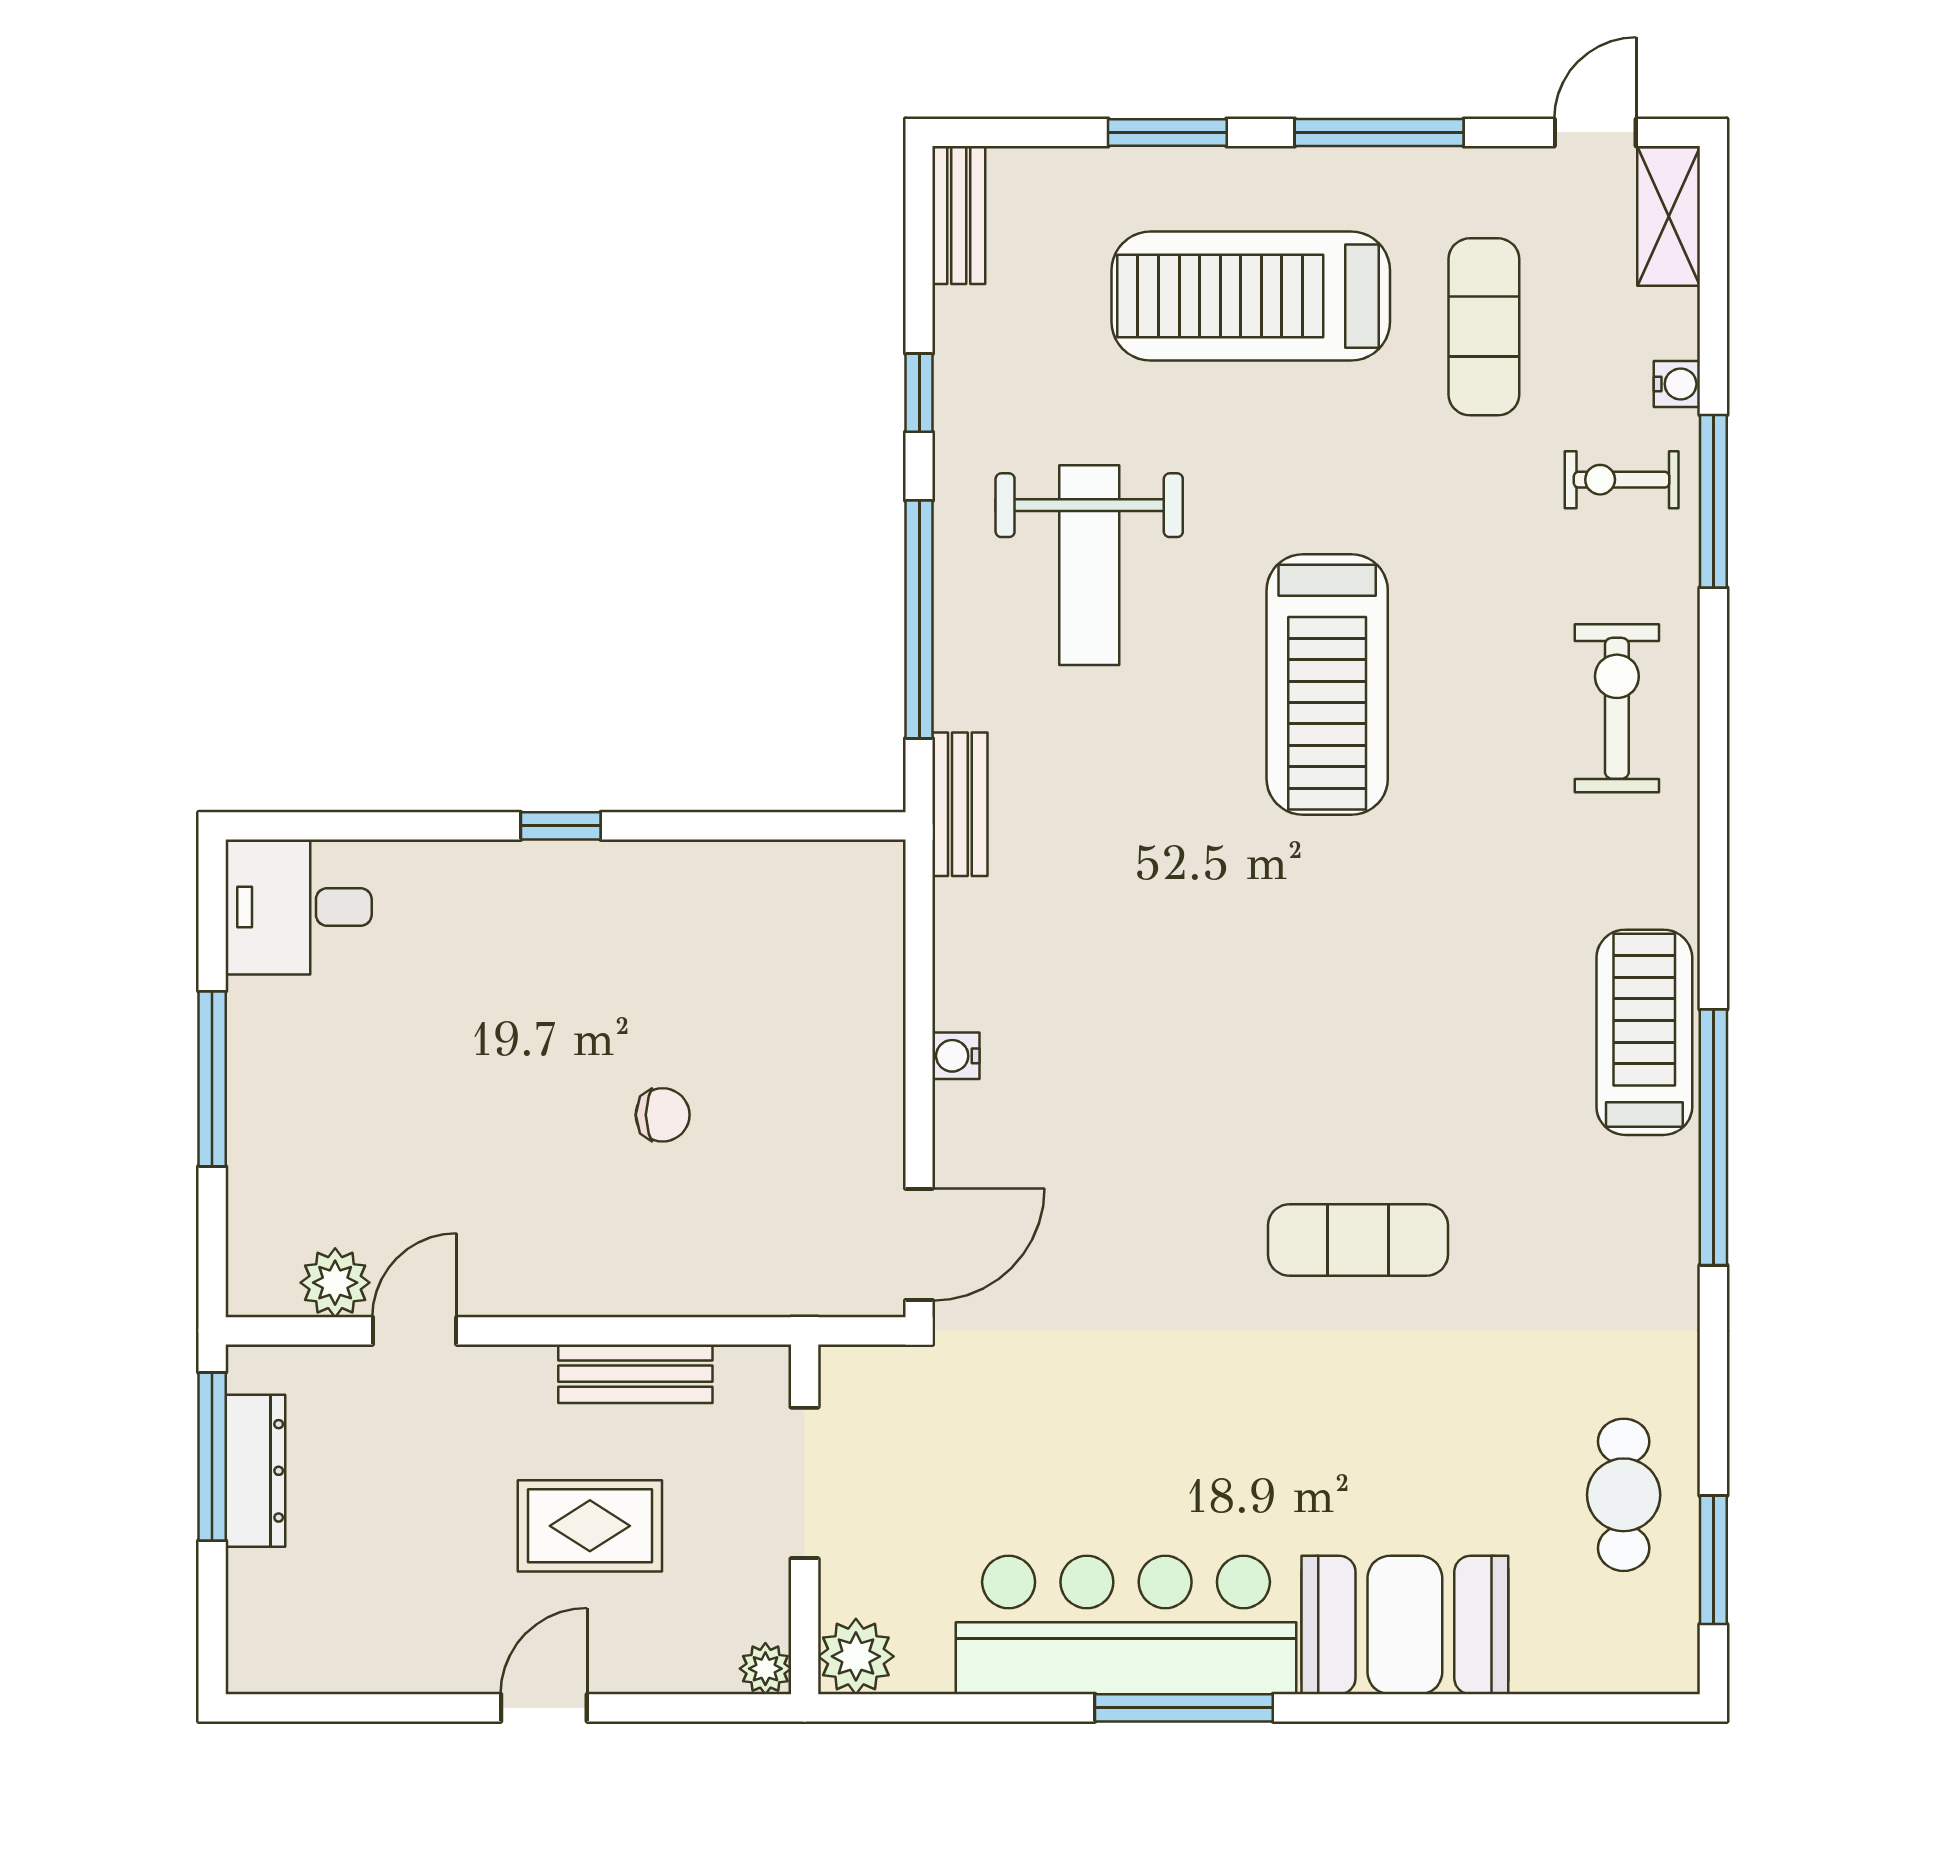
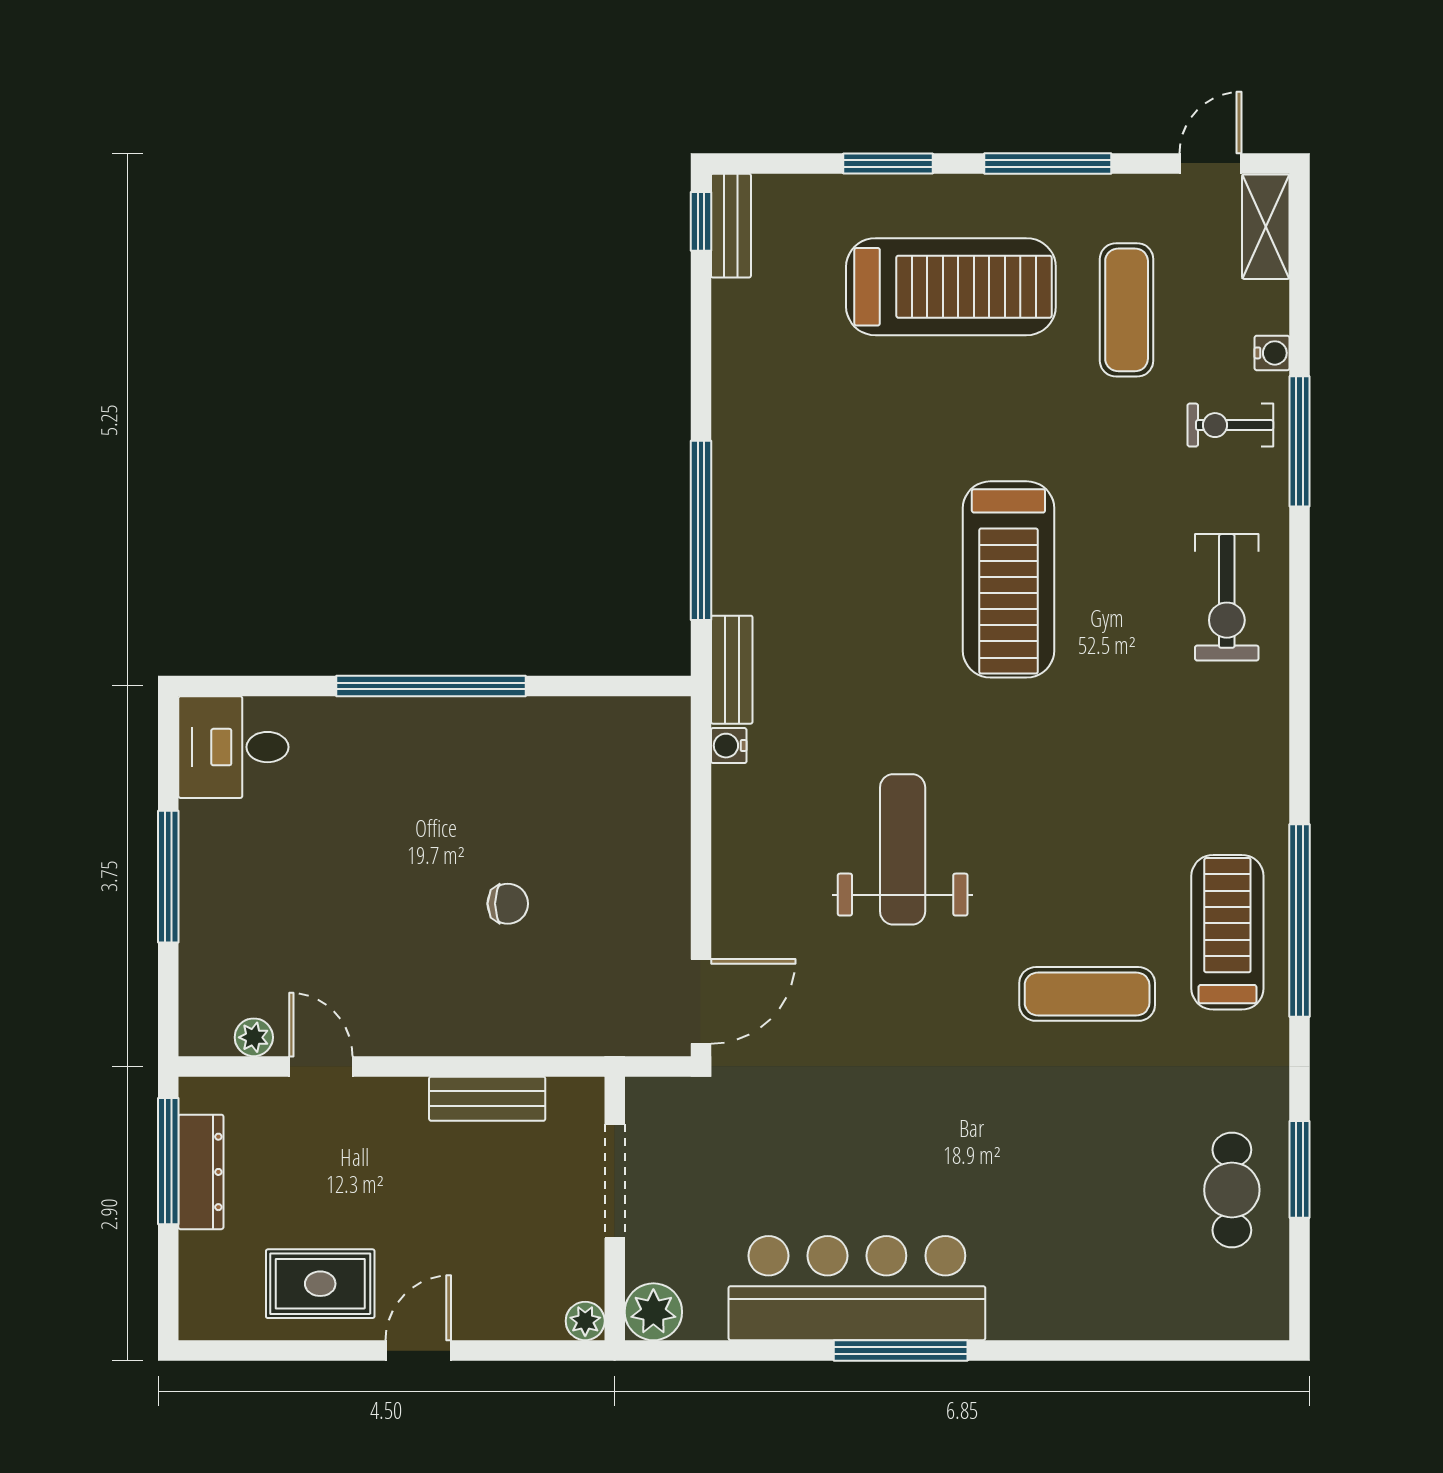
treadmill: (1251, 296) -> (951, 287), turned 180
window: (919, 393) -> (701, 221), moved
weight bench: (1089, 565) -> (903, 849), moved, turned 180
exercise bike: (1617, 708) -> (1227, 597), turned 180
window: (561, 826) -> (431, 686), width x3.17
treadmill: (1644, 1032) -> (1227, 932), moved
water cooler: (956, 1056) -> (729, 746), moved
exercise mat: (1358, 1240) -> (1087, 994), moved
plant: (335, 1283) -> (254, 1037), width x0.73, depth x0.73
door: (415, 1331) -> (321, 1066), hinge flipped
rug: (590, 1526) -> (320, 1284), moved
window: (1713, 1560) -> (1300, 1169), moved
booth: (1405, 1625) -> (1067, 1288), removed

